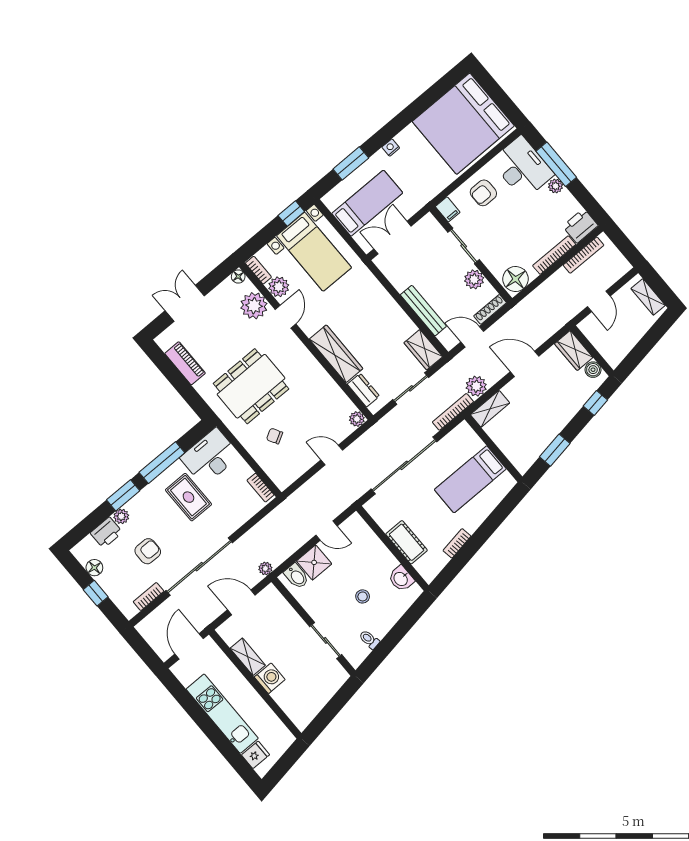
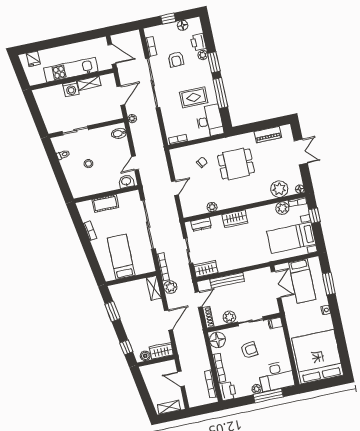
armchair: (483, 193) -> (249, 350), moved, turned 83
window: (291, 213) -> (314, 216), moved
door: (286, 317) -> (264, 203), removed
wardrobe: (336, 354) -> (235, 219), width x0.67
dining table: (251, 386) -> (236, 164), width x0.73
plant: (357, 419) -> (212, 207), moved
shower: (314, 562) -> (121, 147), removed
washbasin: (401, 579) -> (126, 182), moved
kitchen unit: (222, 714) -> (71, 70), moved, turned 180

